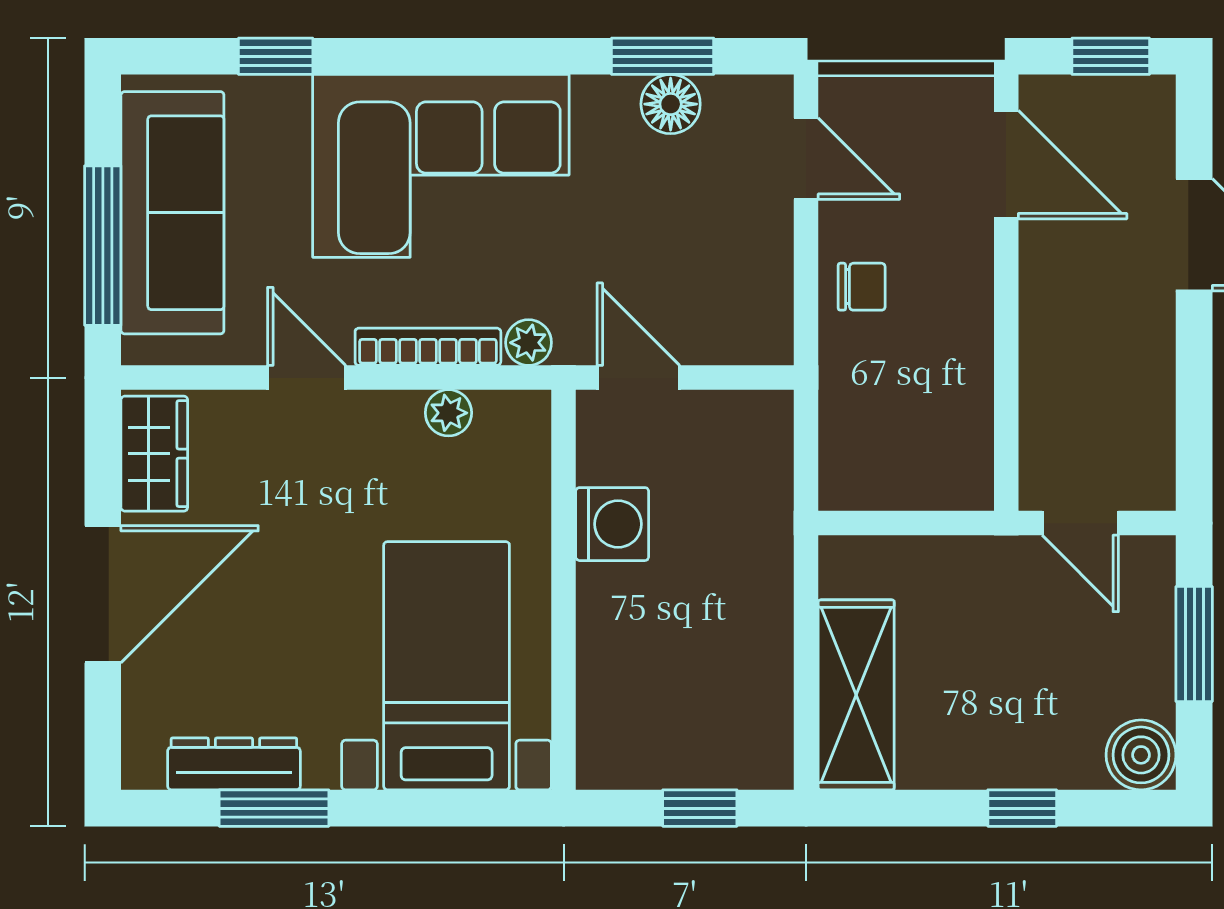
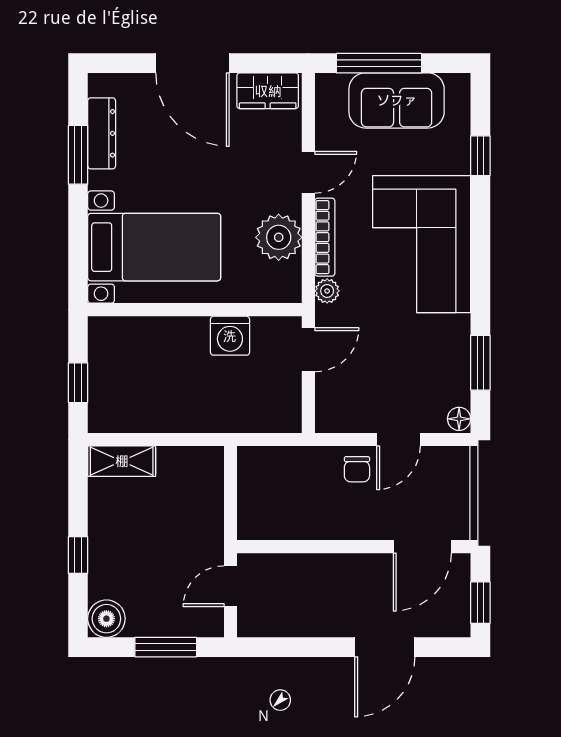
floor lamp: (671, 104) -> (459, 419), moved, width x0.73, depth x0.73
door: (806, 159) -> (398, 439), moved
sofa: (172, 213) -> (397, 100), width x0.73
plant: (448, 413) -> (279, 237), width x1.88, depth x1.88
shelving: (856, 695) -> (122, 461), width x0.67, depth x0.75

